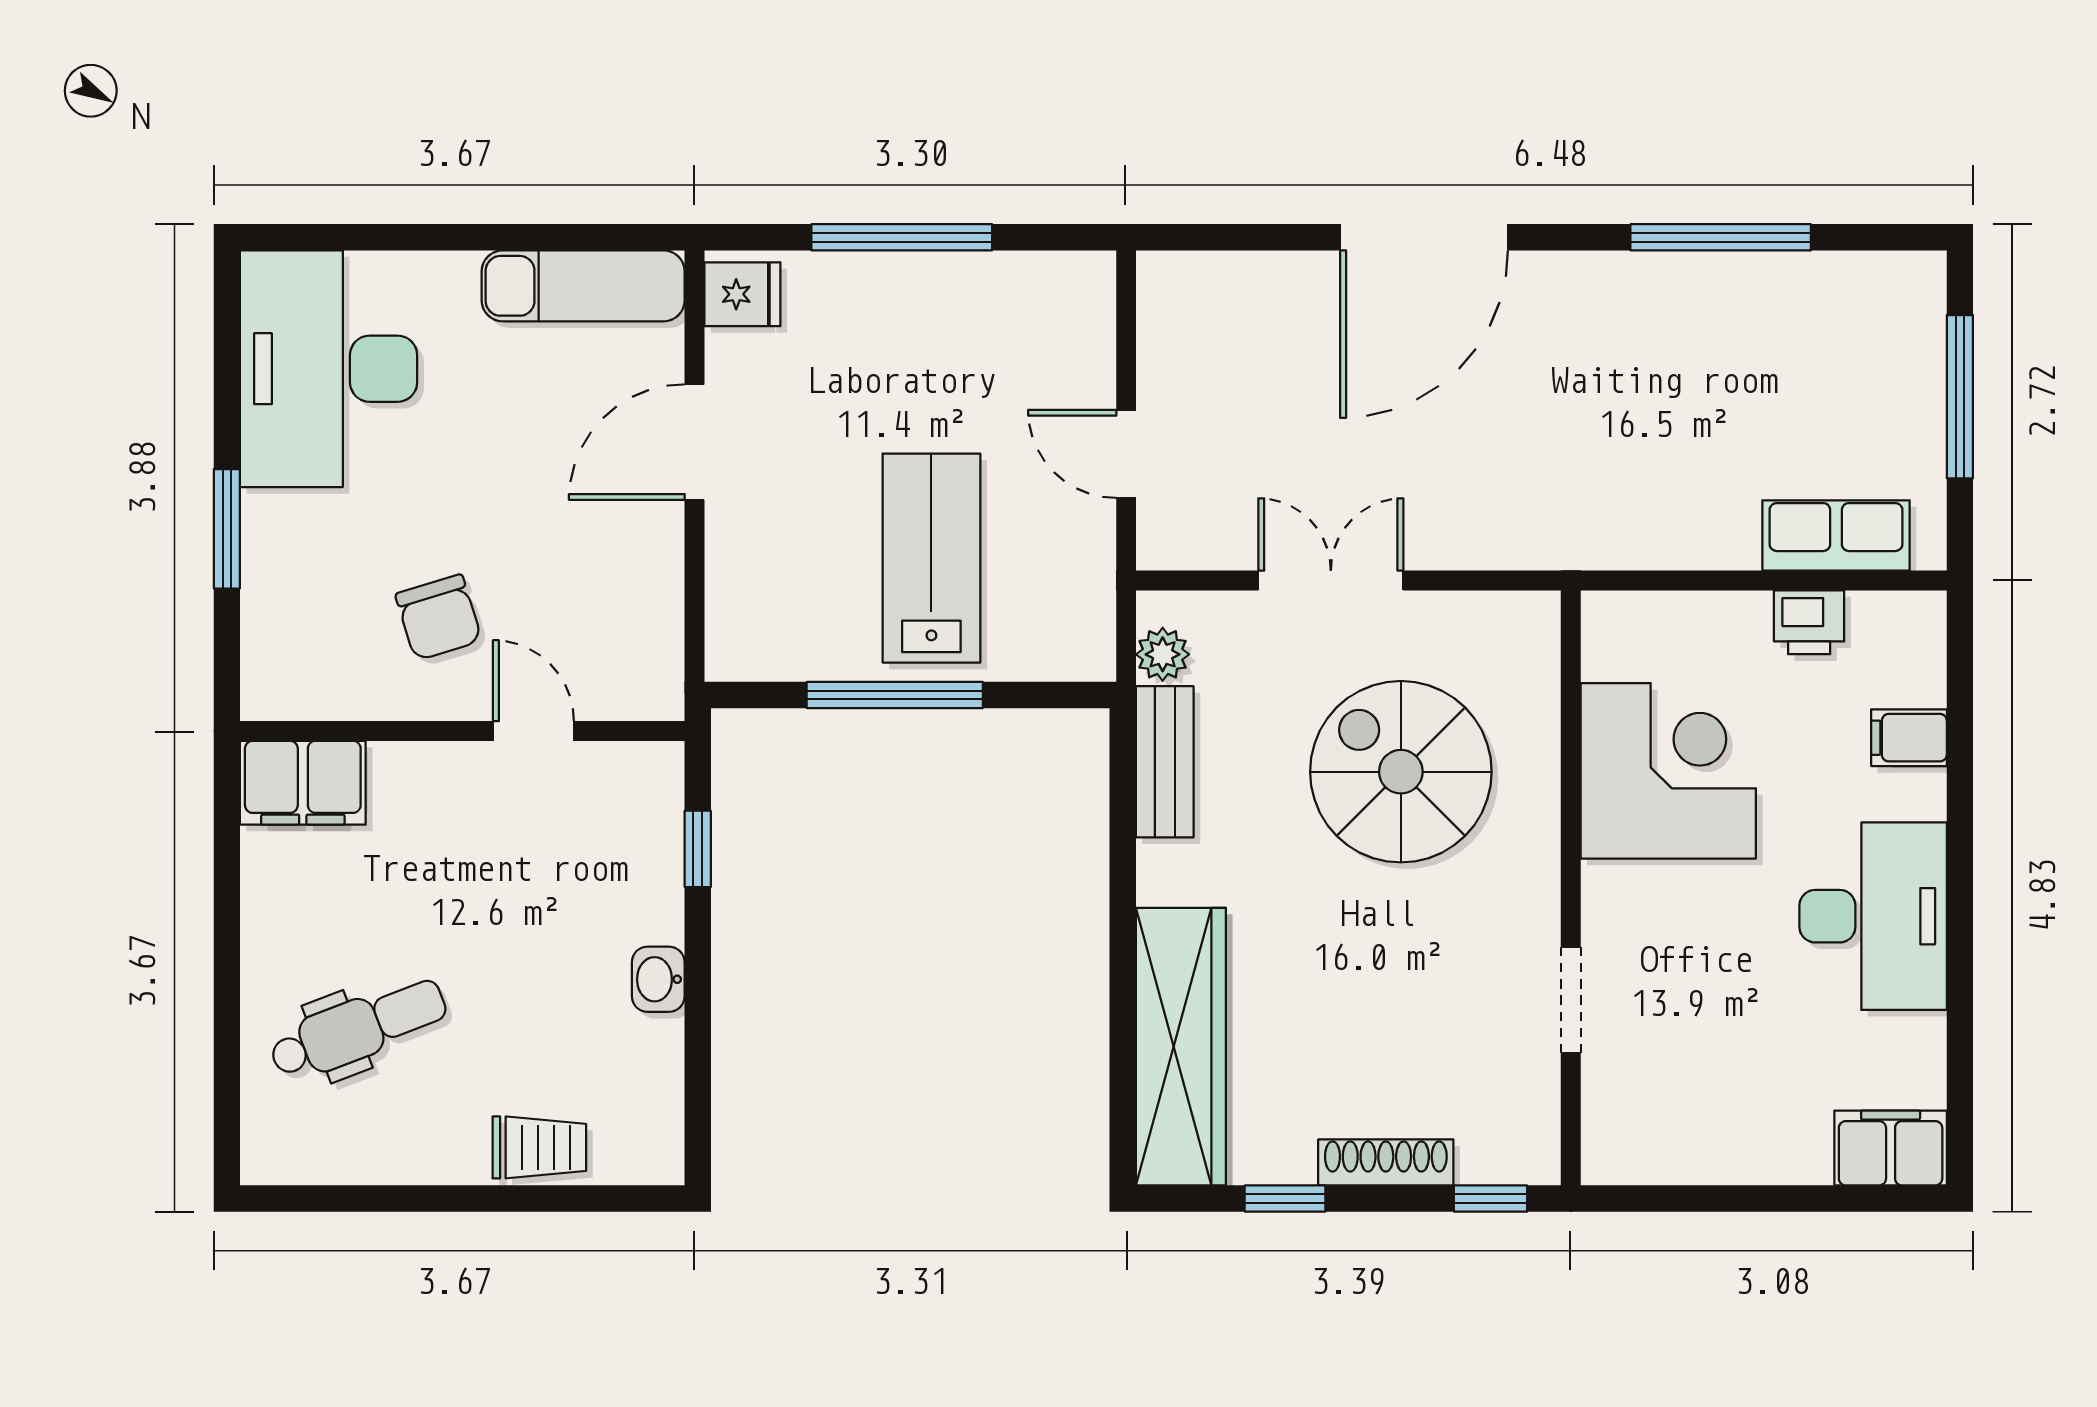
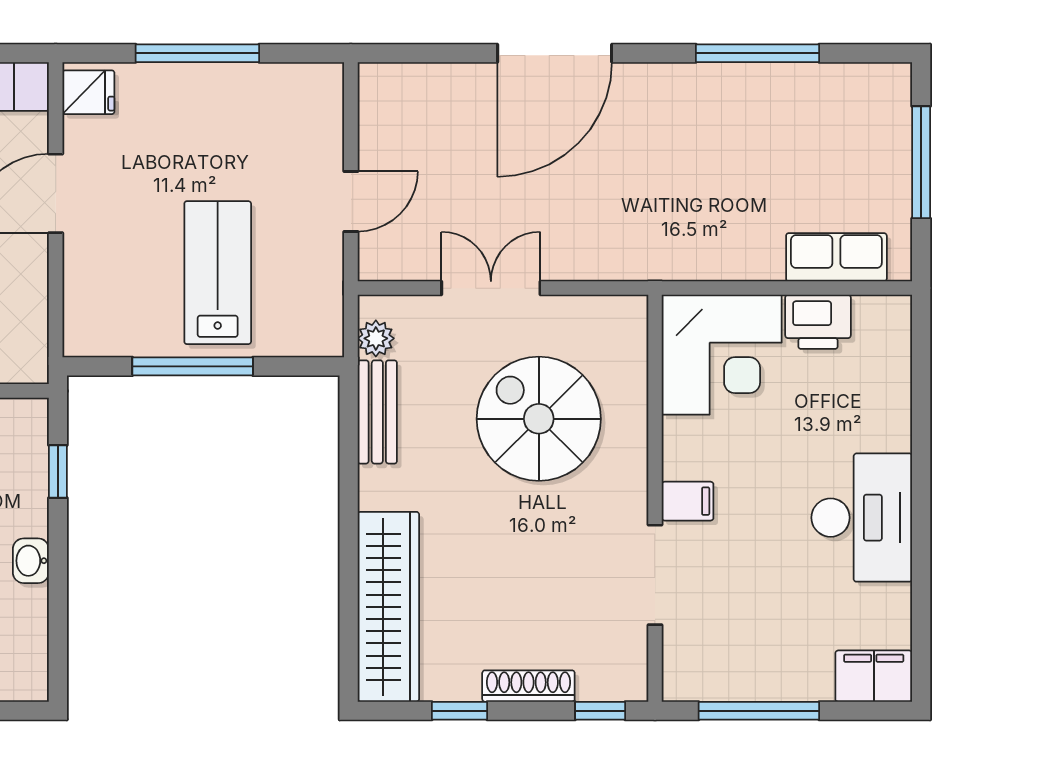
door: (1126, 454) -> (351, 201), swing flipped
printer: (1809, 622) -> (818, 322), width x1.36, depth x1.24
filing cabinet: (1909, 738) -> (688, 501), moved, turned 180
corner desk: (1668, 771) -> (722, 355), moved, turned 90
doorway: (1571, 1000) -> (655, 575), width x1.38
window: (1723, 1199) -> (759, 711), added

